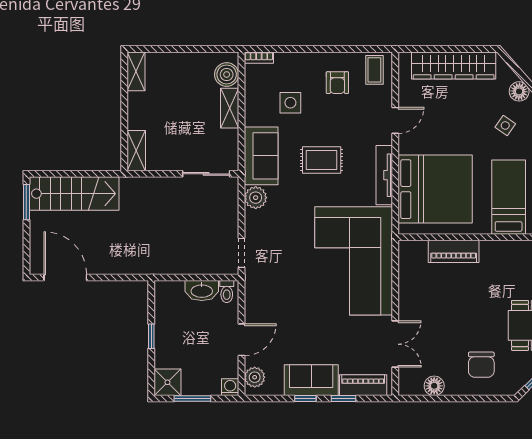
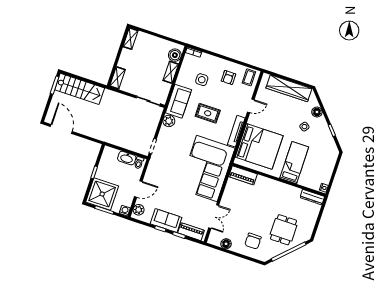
piano: (454, 251) -> (243, 175), moved
shower: (167, 382) -> (102, 194), width x1.86, depth x1.86

